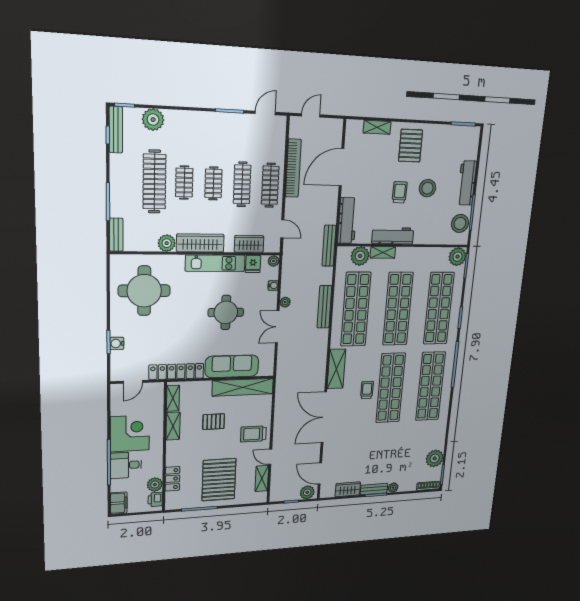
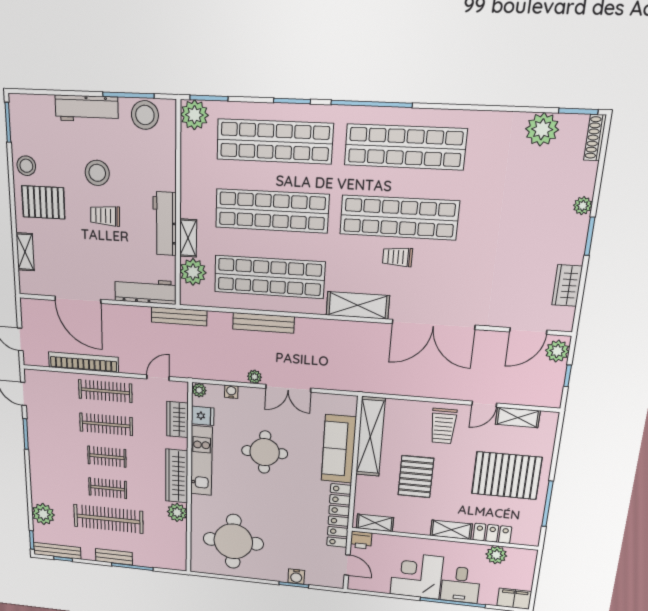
stool: (435, 135) -> (26, 166), added
bench: (116, 235) -> (114, 557), moved
pallet: (214, 422) -> (416, 477), width x1.50, depth x1.42
shelving: (173, 426) -> (451, 530), moved
bench: (374, 489) -> (577, 240), removed
printer: (155, 499) -> (361, 540), moved

